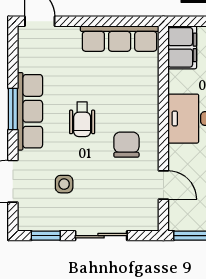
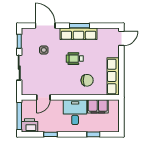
filing cabinet: (182, 47) -> (98, 106), moved
chair: (126, 145) -> (87, 80), moved

